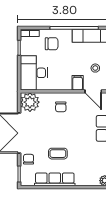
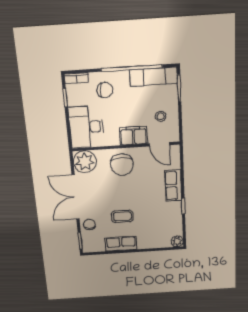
filing cabinet: (78, 83) -> (133, 136), width x2.00
chair: (61, 107) -> (122, 165), width x1.87, depth x1.87
row of seats: (55, 179) -> (121, 244), width x0.68

